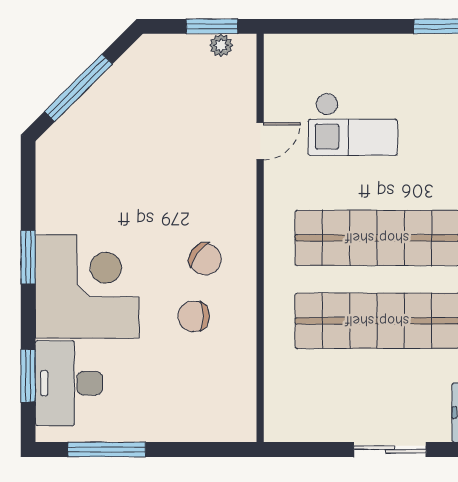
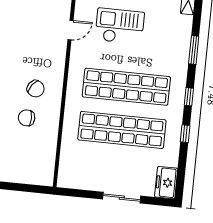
checkout: (353, 124) -> (120, 26), turned 180

